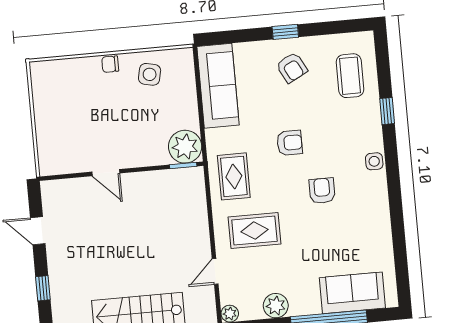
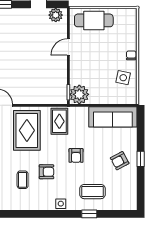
coffee table: (350, 76) -> (93, 192), moved
cafe table: (56, 133) -> (94, 20), added
rug: (234, 176) -> (59, 121), turned 90
plant: (53, 199) -> (56, 15), added
coffee table: (339, 230) -> (23, 180), added
rug: (254, 231) -> (27, 130), width x1.36, depth x1.43

